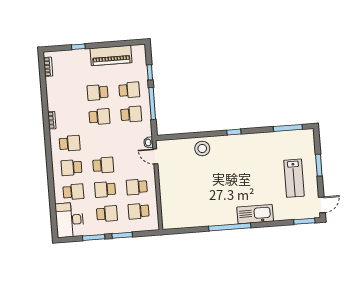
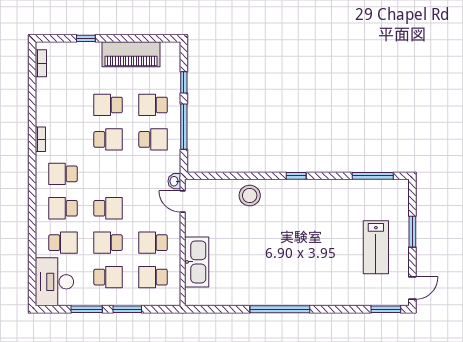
school desk: (129, 90) -> (153, 105), turned 180
school desk: (70, 143) -> (63, 174), turned 180
kitchen sink: (255, 214) -> (197, 262), moved, turned 90

